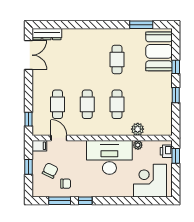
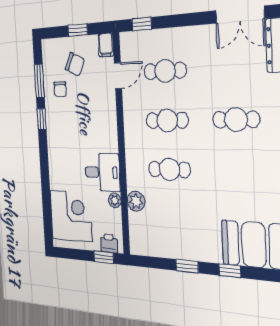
cafe table: (117, 60) -> (236, 120), moved
desk: (109, 157) -> (102, 172), width x0.53, depth x0.77

